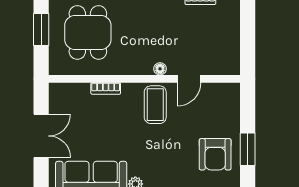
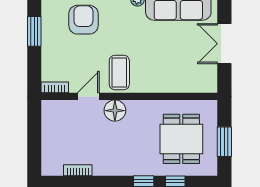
floor lamp: (160, 69) -> (115, 111), width x1.89, depth x1.89
bookcase: (106, 88) -> (55, 87), moved
armchair: (215, 154) -> (83, 20), moved

